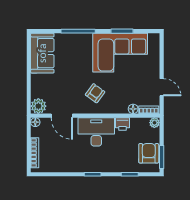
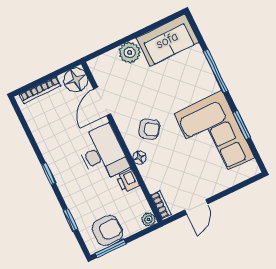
plant: (38, 106) -> (130, 52), moved
floor lamp: (133, 109) -> (139, 158), moved
floor lamp: (35, 122) -> (76, 80), width x1.89, depth x1.89

